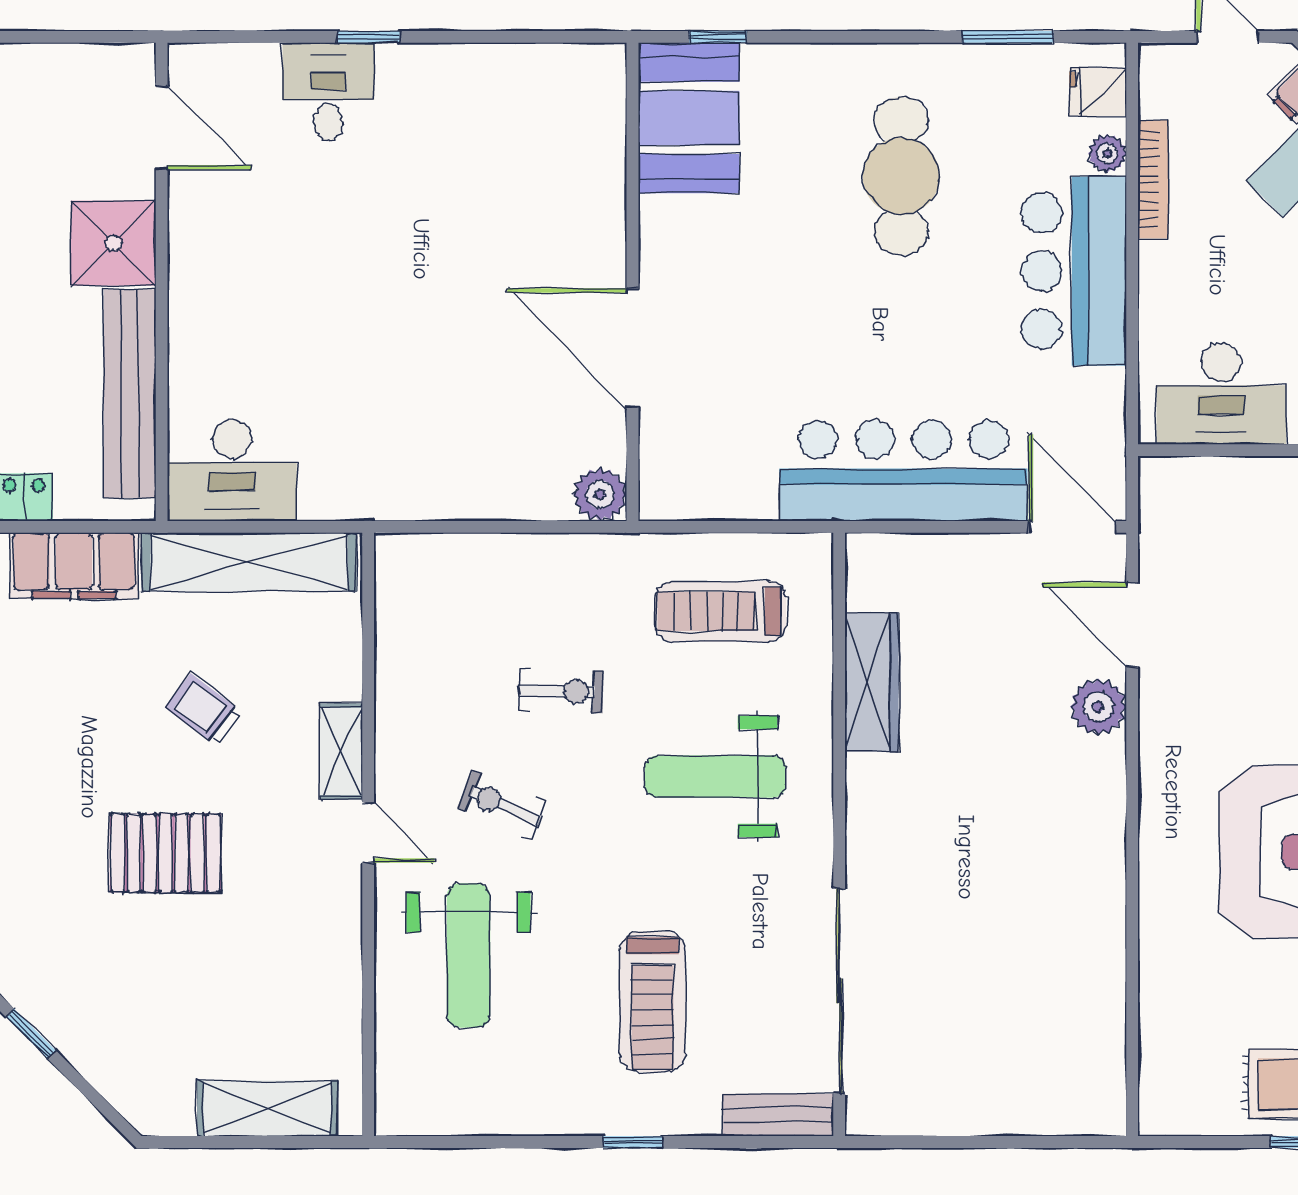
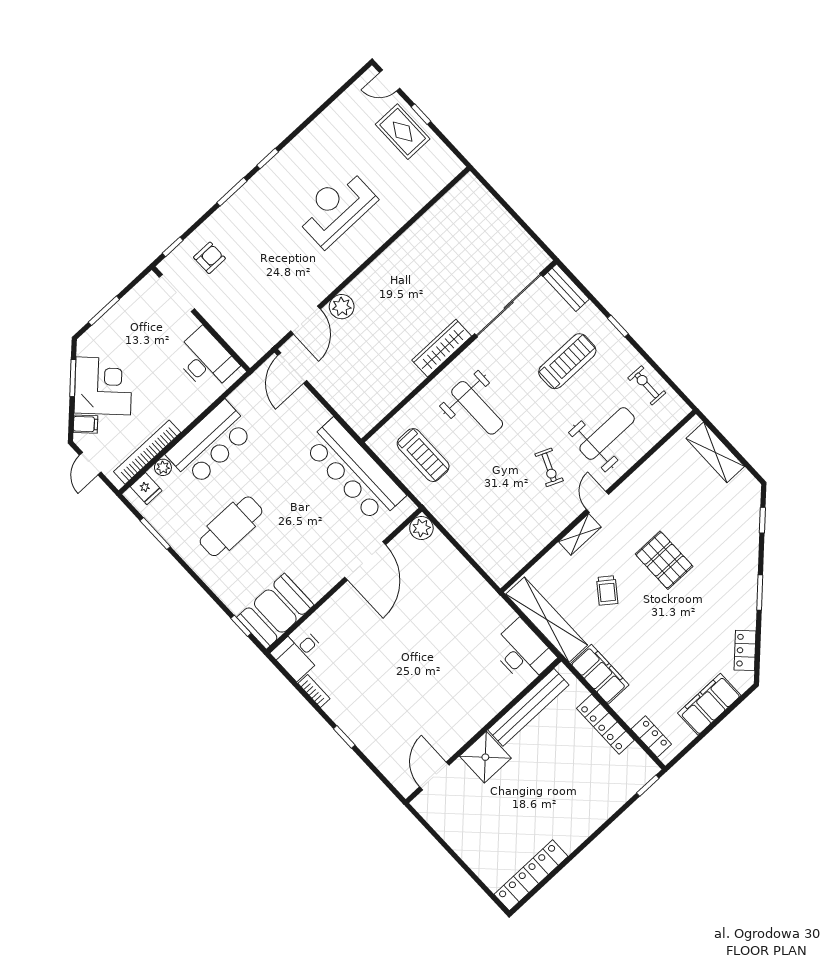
bookcase: (494, 58) -> (314, 691), added
desk: (328, 92) -> (299, 653), moved
bookcase: (1153, 179) -> (147, 452), width x1.48, depth x1.31
bar counter: (903, 471) -> (354, 471), moved
wardrobe: (872, 682) -> (442, 348), moved
exercise bike: (561, 691) -> (647, 385), moved
window: (31, 1034) -> (762, 520), moved

